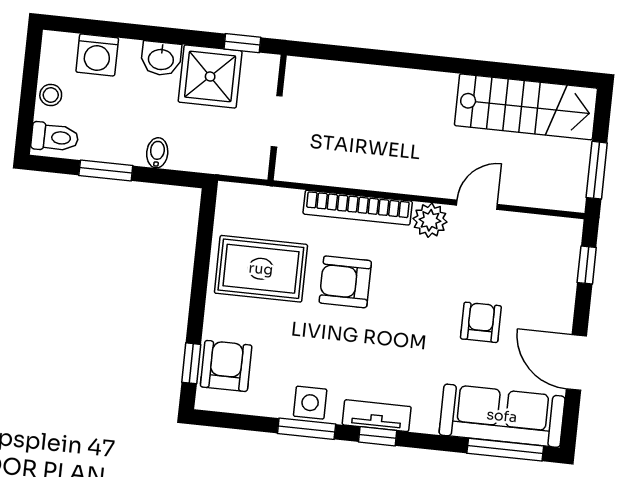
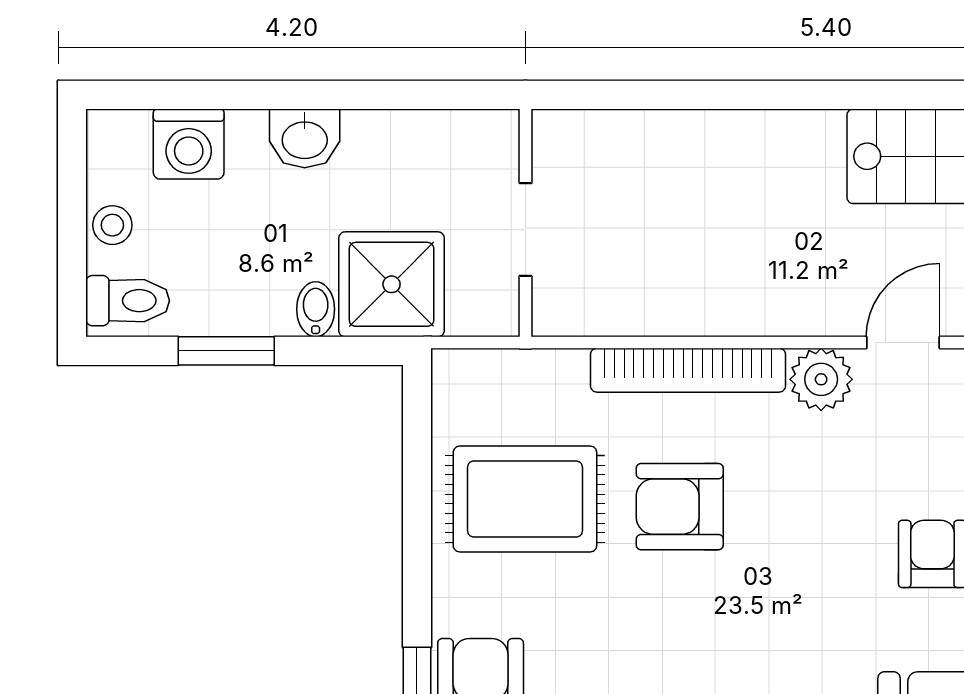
window: (242, 43) -> (449, 95), removed
shower: (210, 76) -> (392, 284), moved

